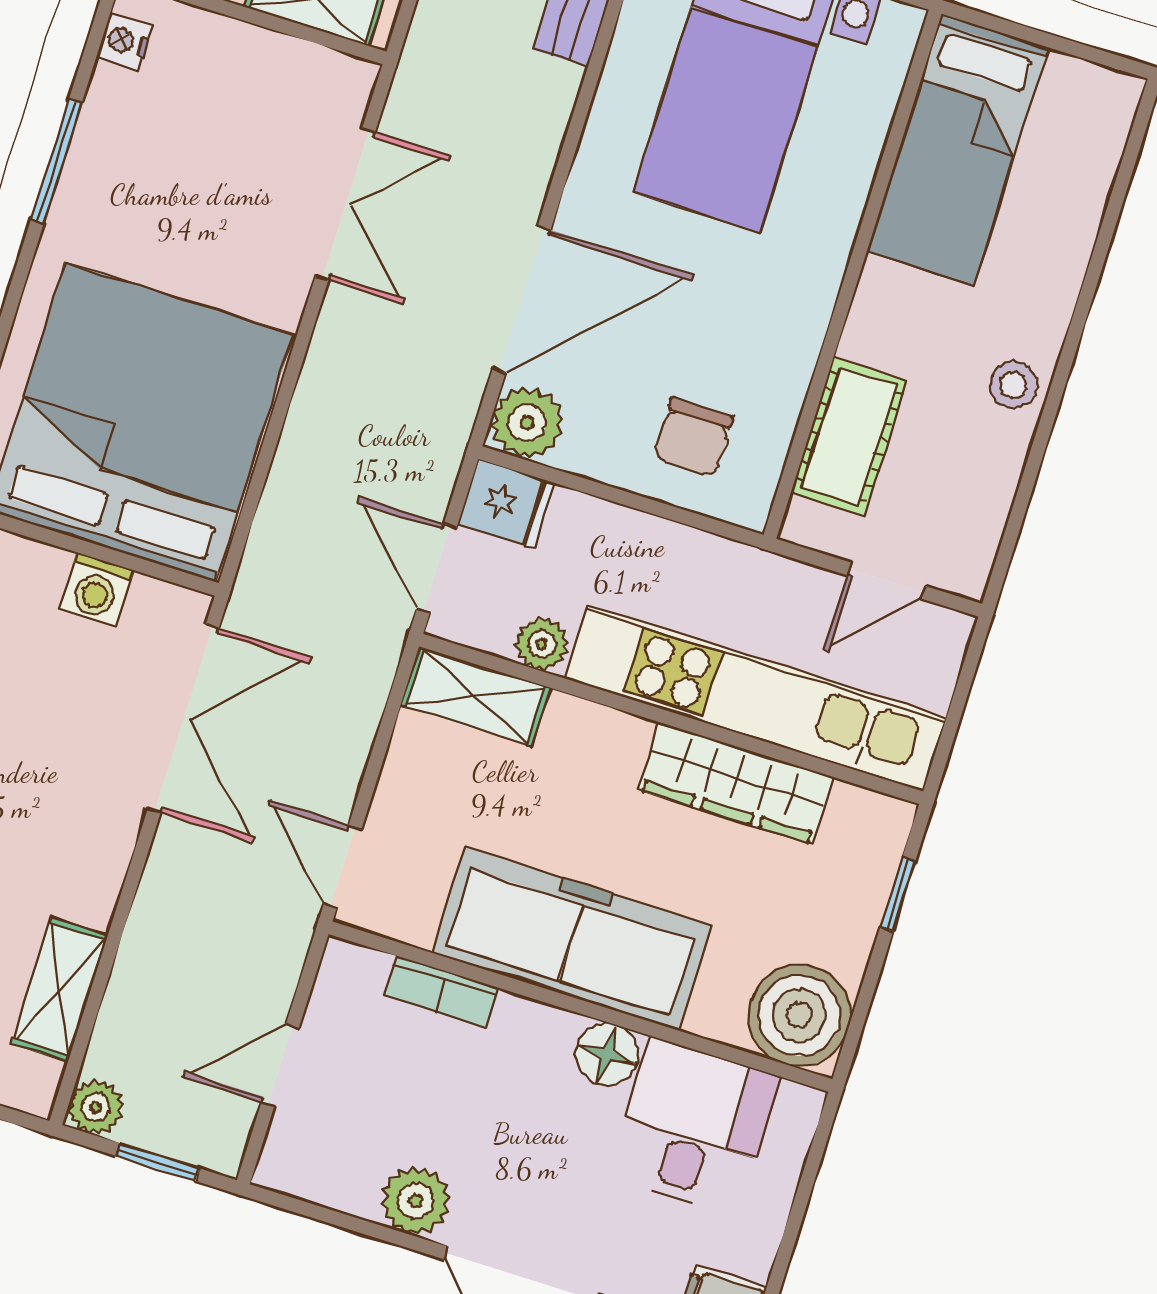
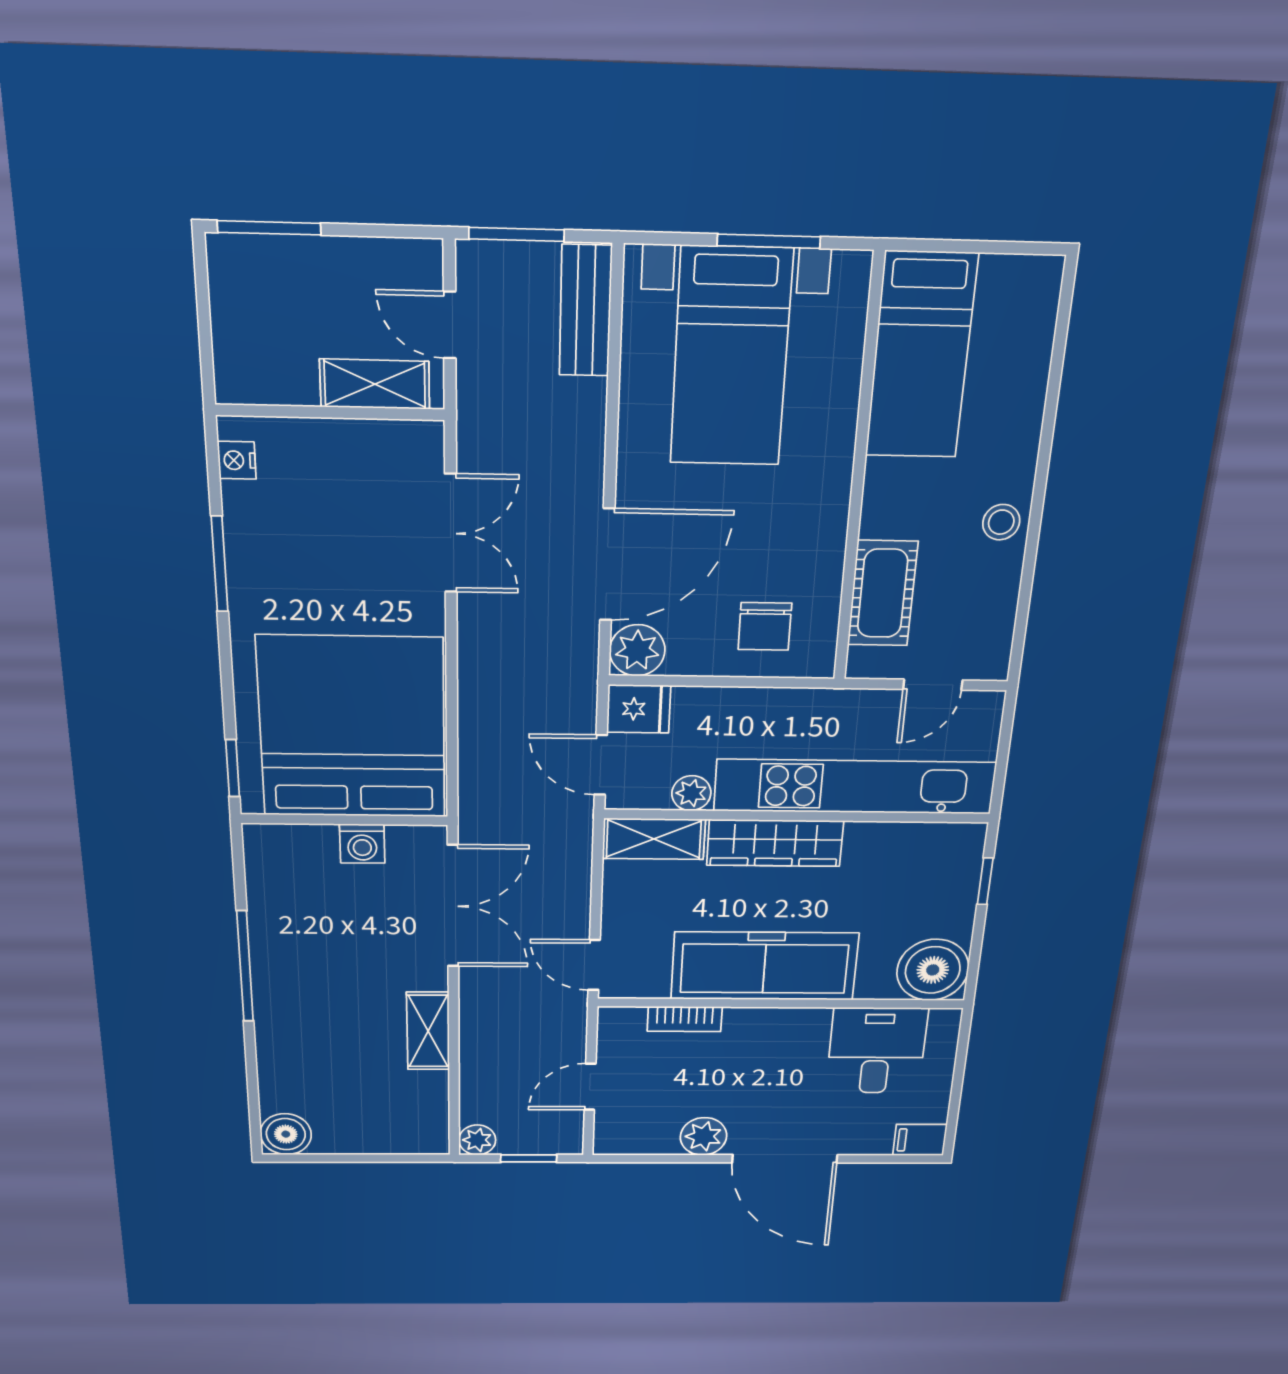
wardrobe: (736, 783) -> (775, 843), moved
shelving: (60, 990) -> (428, 1031), moved
floor lamp: (607, 1054) -> (807, 1025), removed

